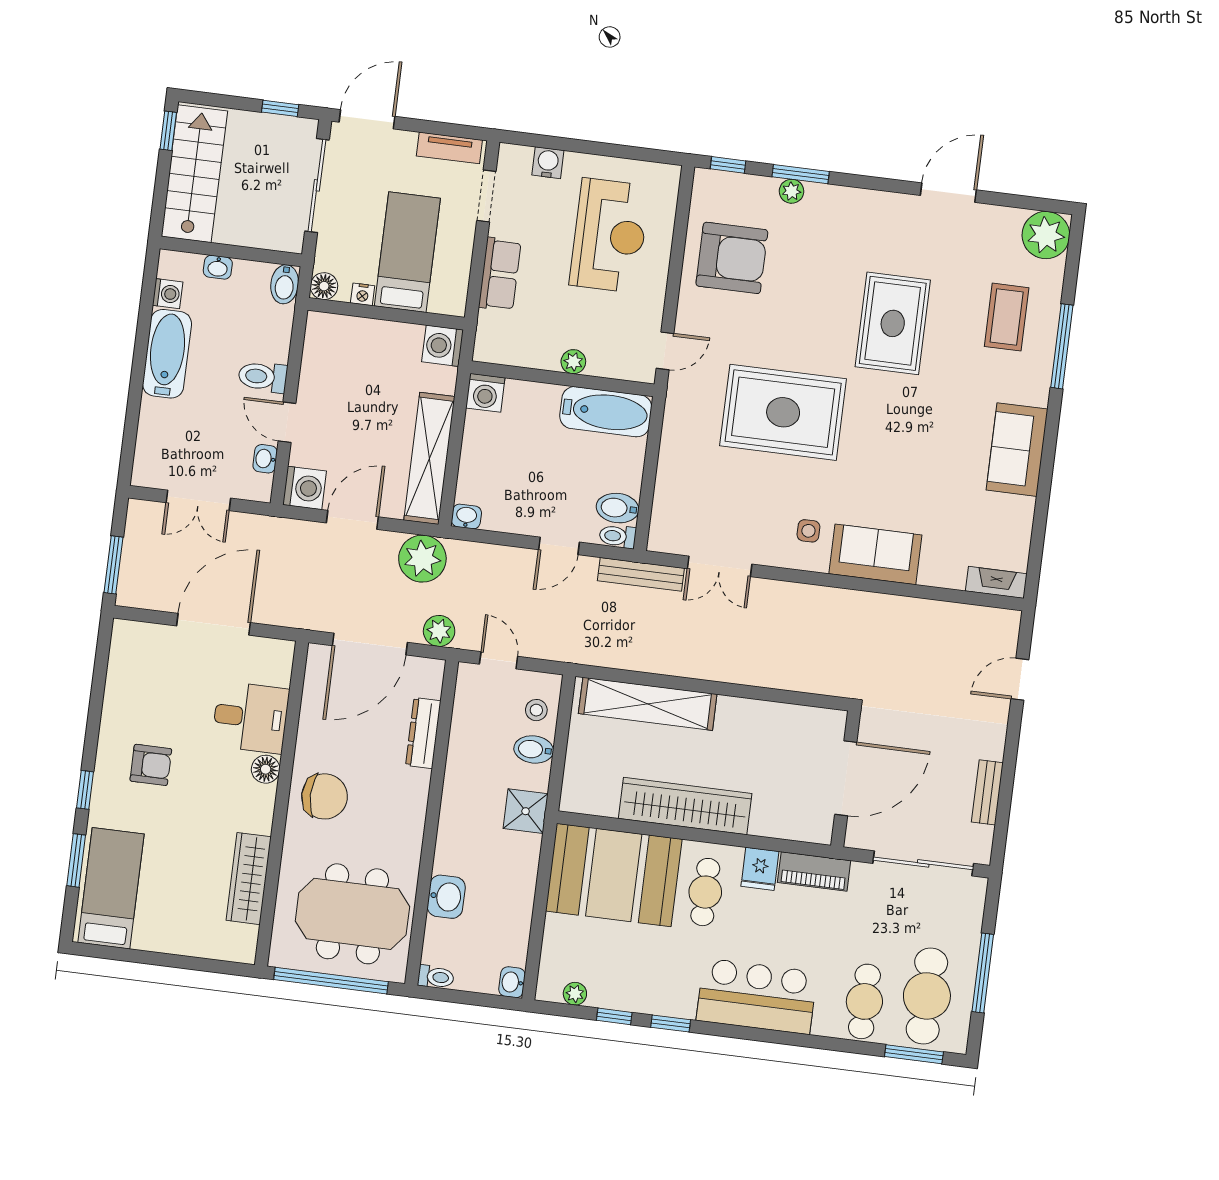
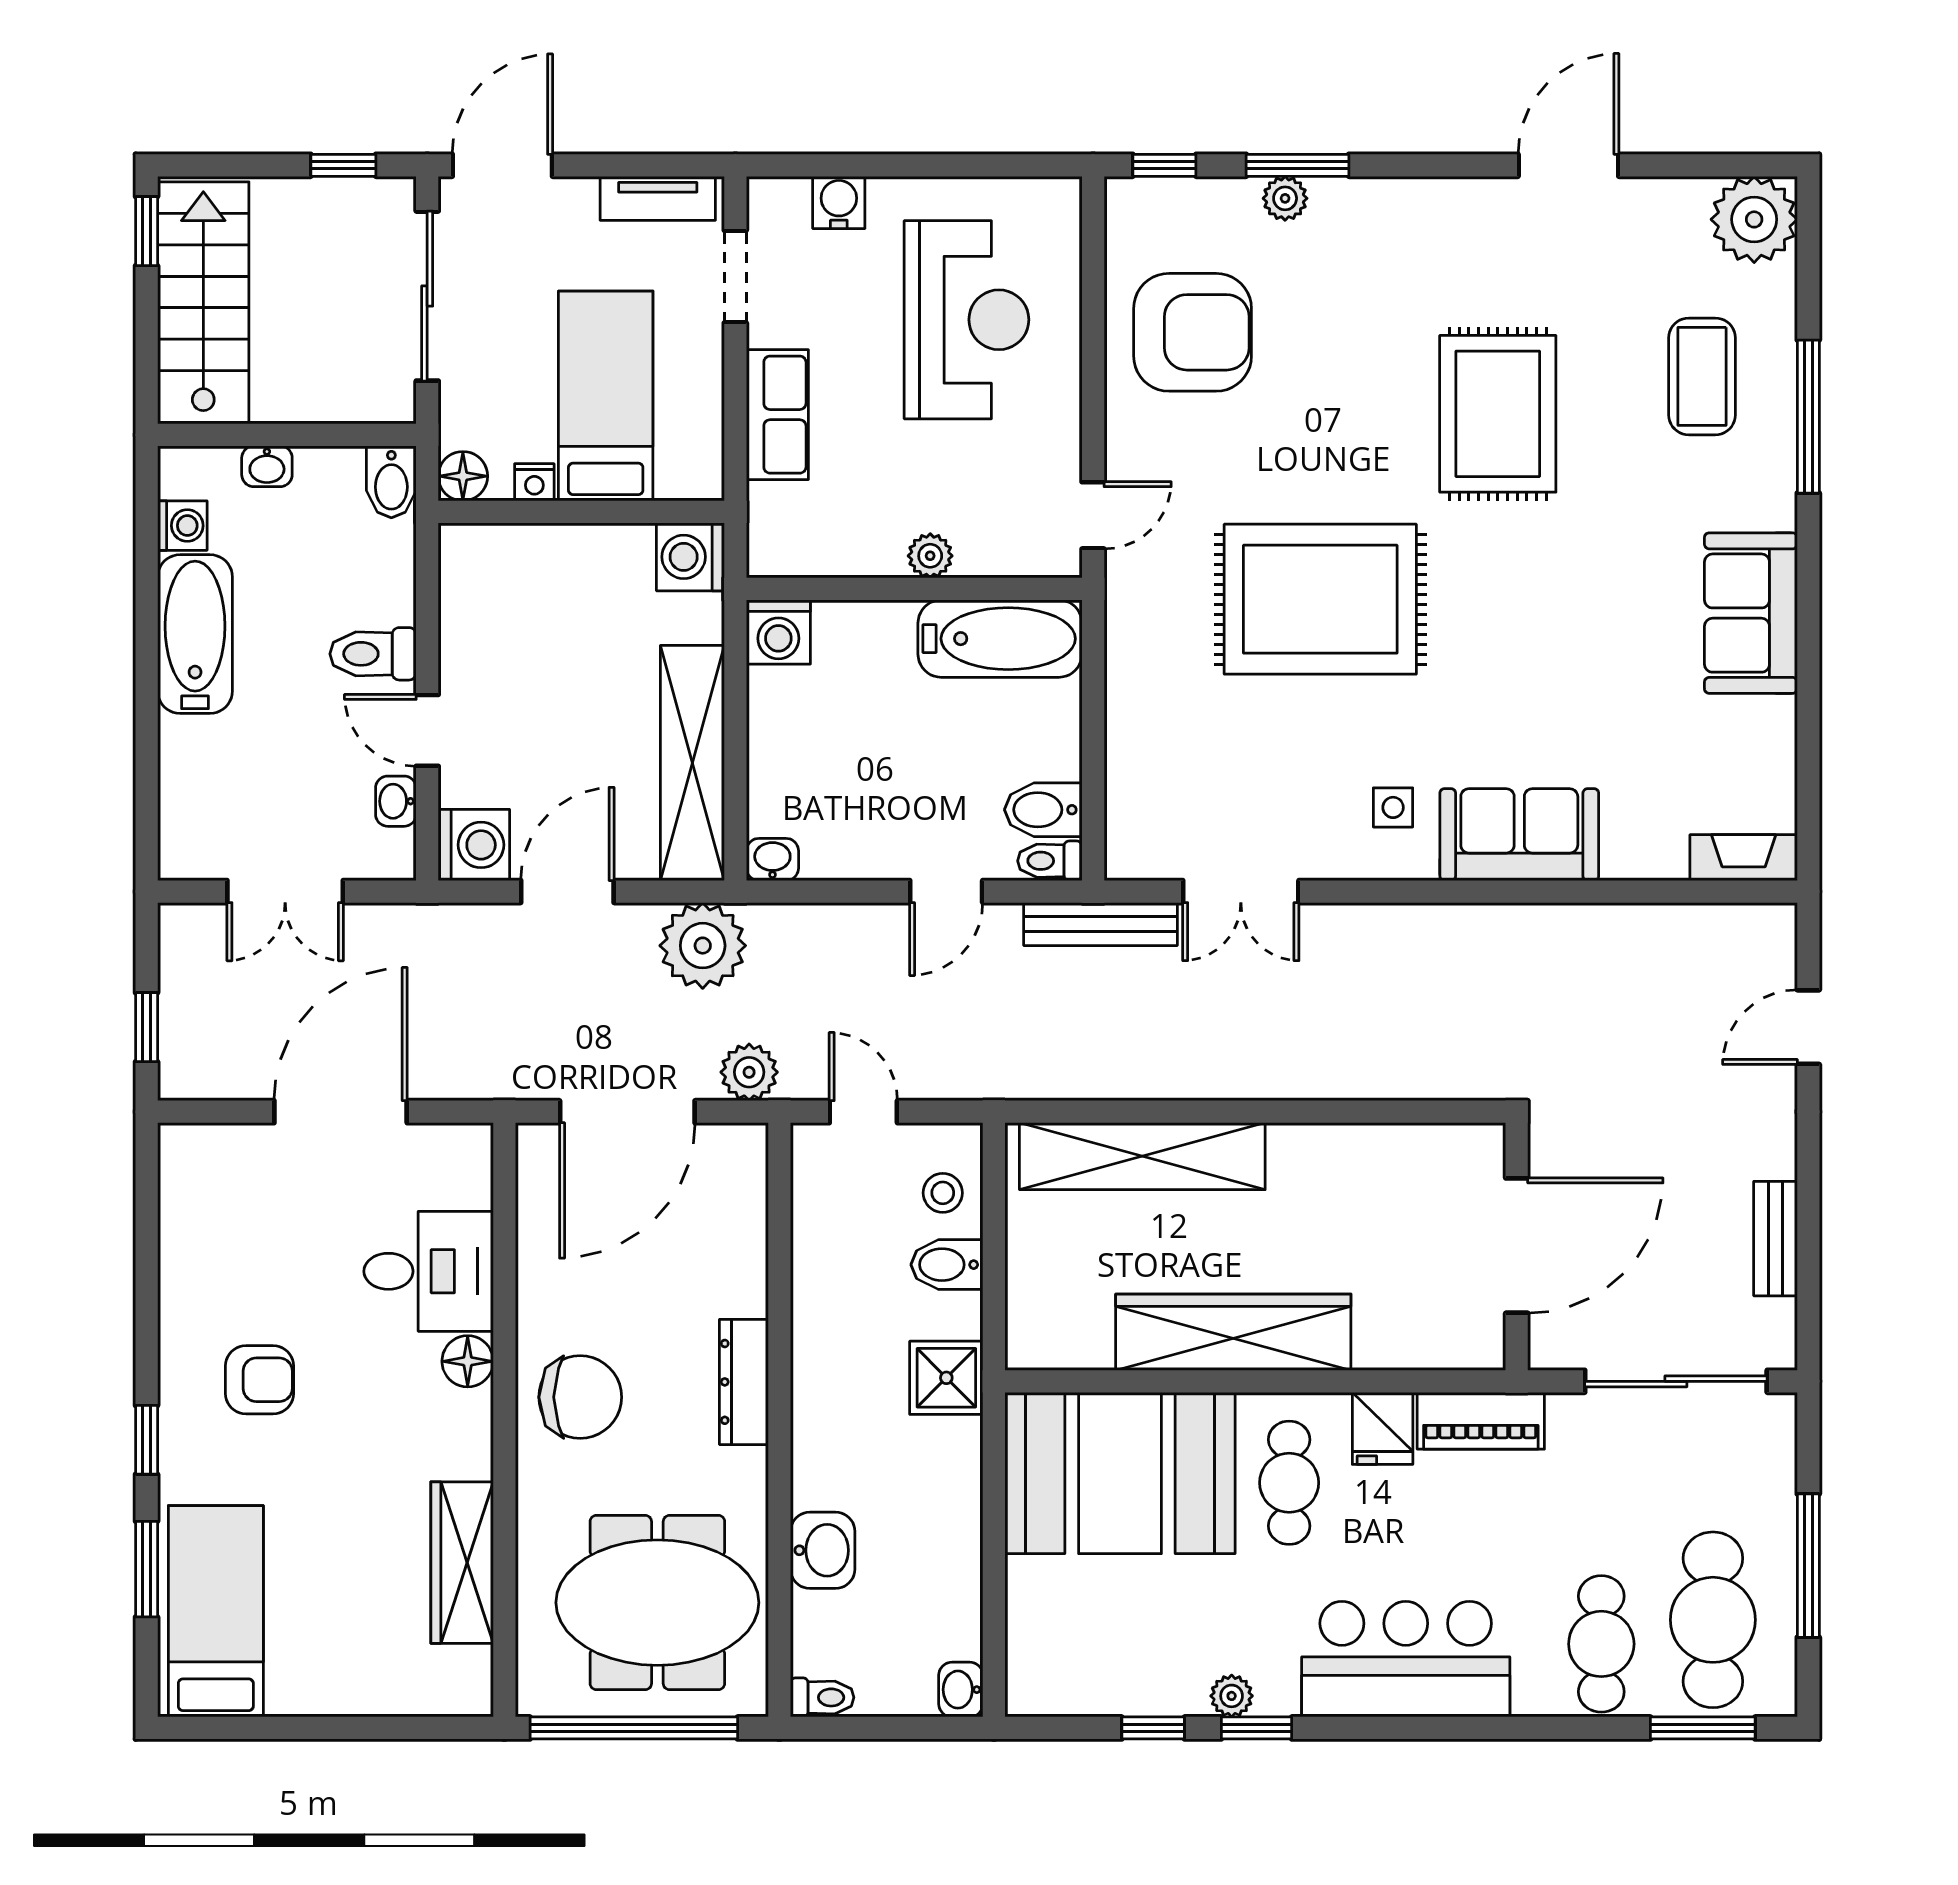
window: (114, 565) -> (147, 1027), width x0.67
dresser: (423, 733) -> (744, 1382), moved
plant: (575, 994) -> (1232, 1696), moved

